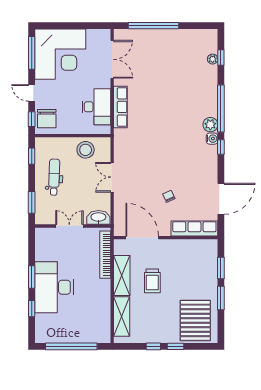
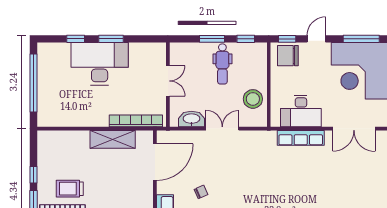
dental chair: (54, 177) -> (222, 64), turned 88
window: (32, 202) -> (212, 39), moved
washbasin: (98, 217) -> (191, 119), moved, turned -90
trolley: (152, 281) -> (70, 189), moved
shelving: (122, 316) -> (67, 139), removed

